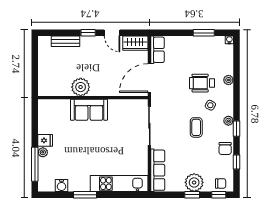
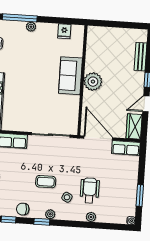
plant: (81, 87) -> (93, 82), moved
fridge: (45, 140) -> (64, 31), moved

